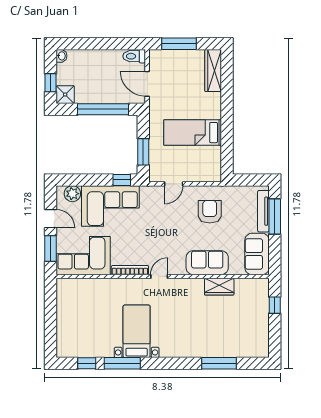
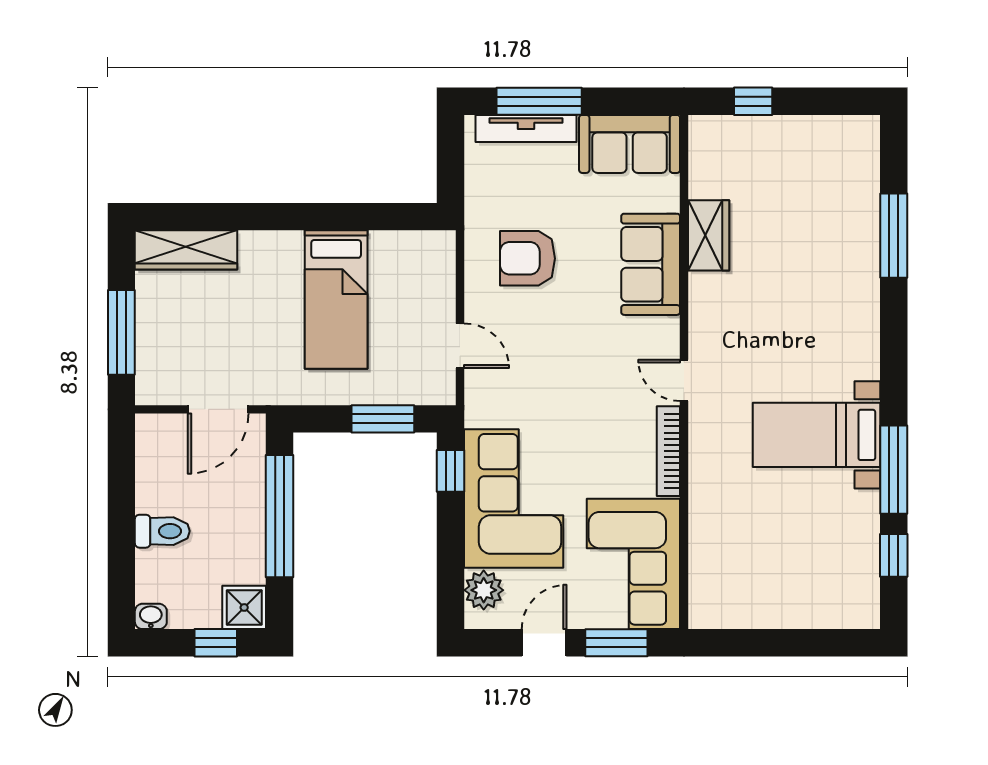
toilet: (134, 56) -> (162, 531), moved, turned -90

